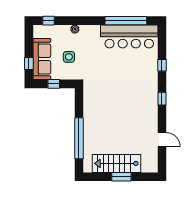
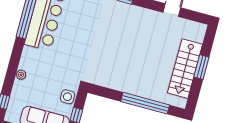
side table: (69, 57) -> (67, 97), moved

